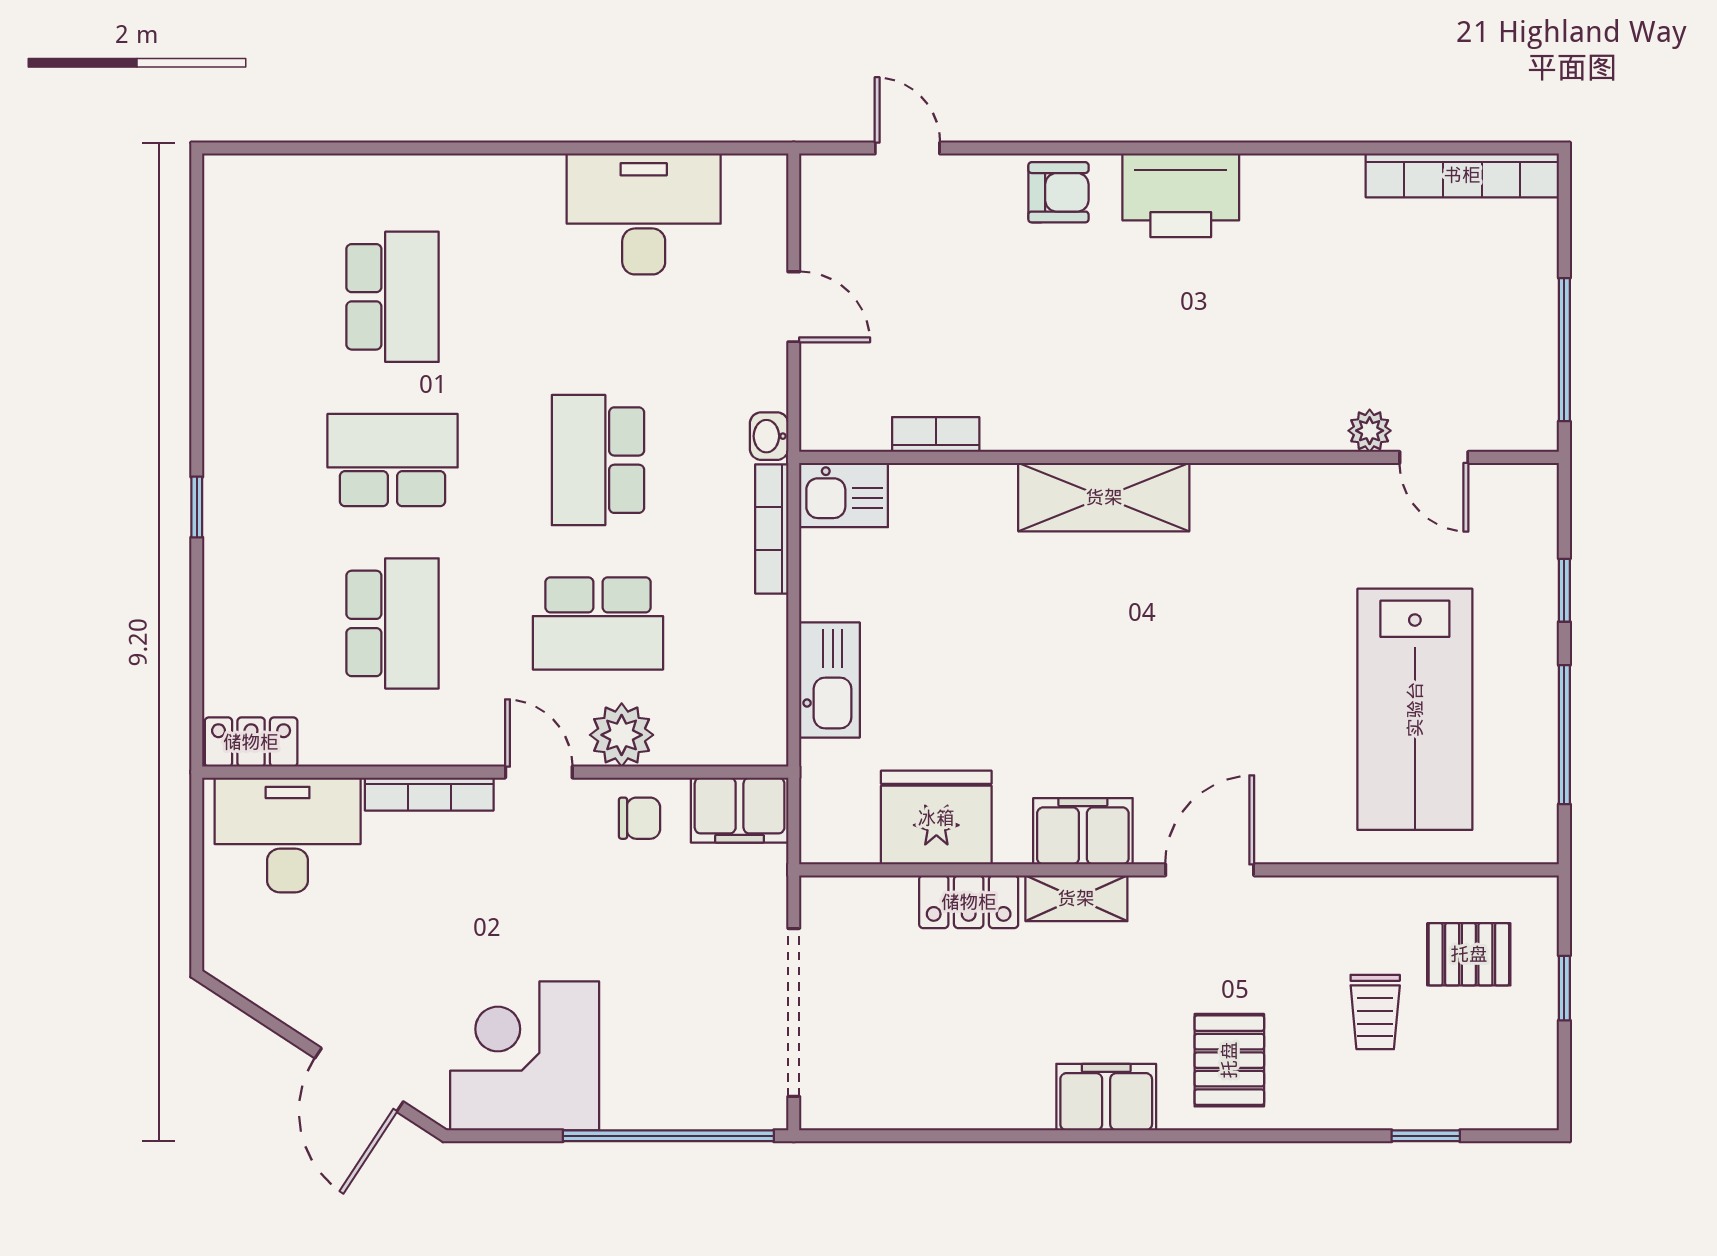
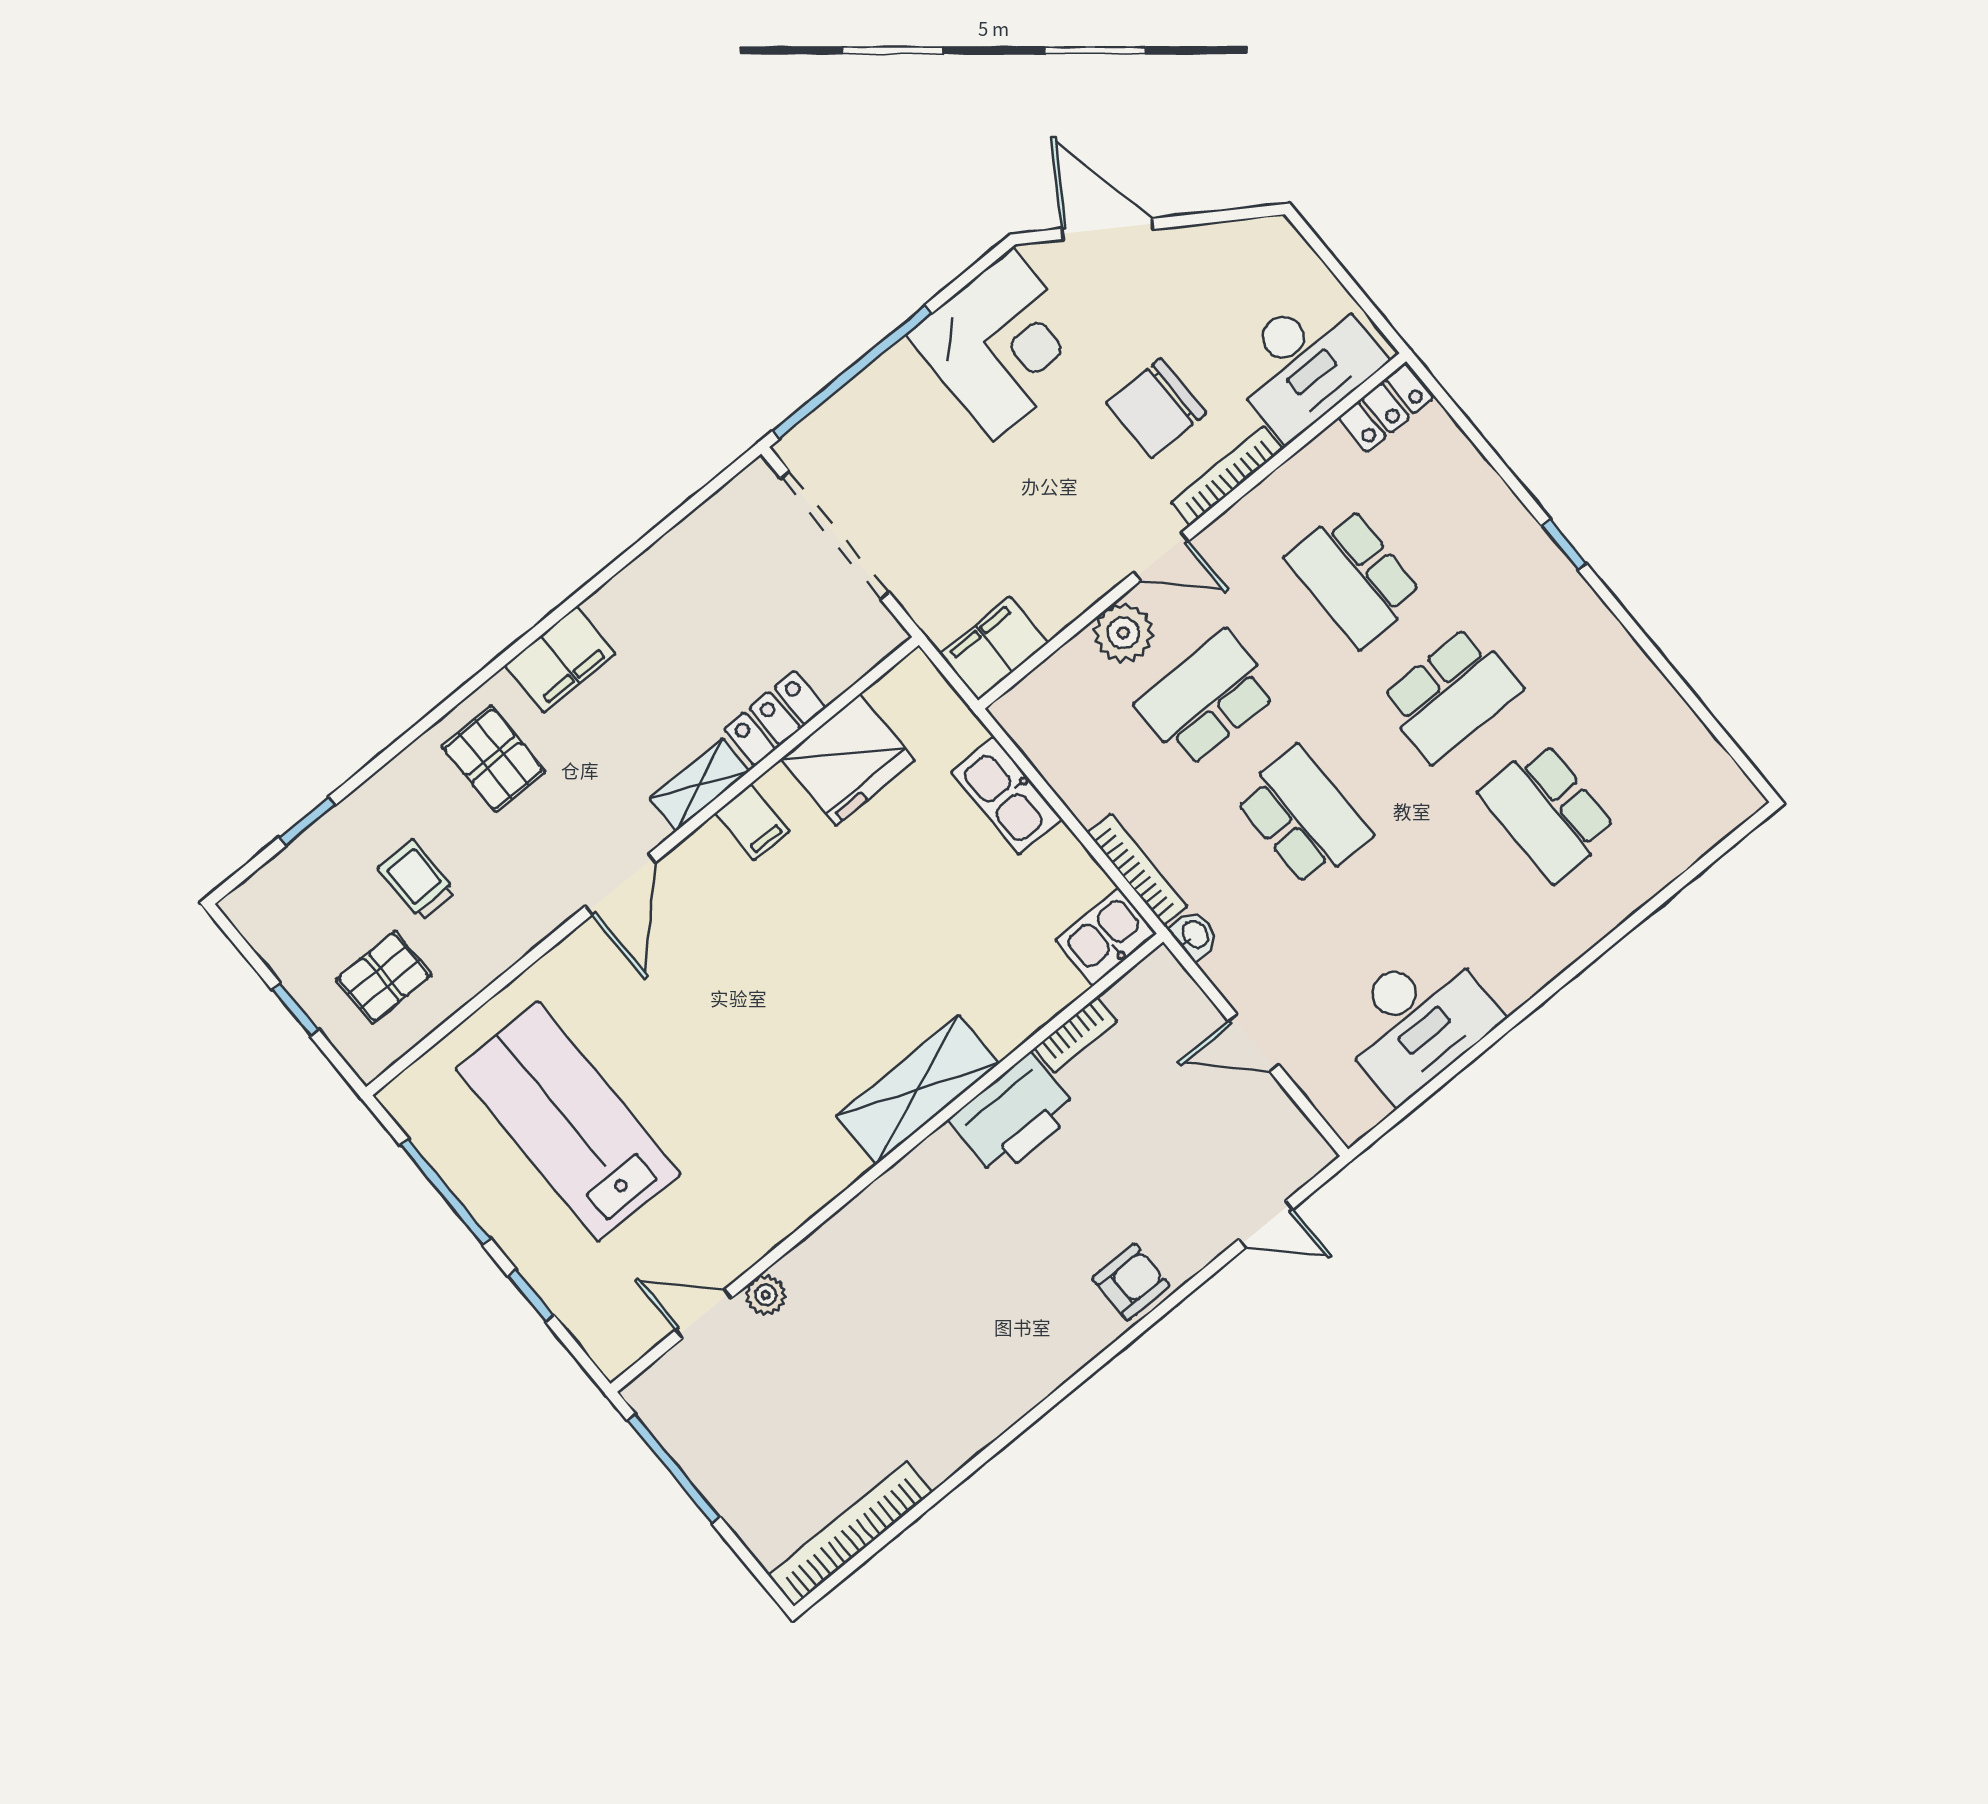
armchair: (1058, 192) -> (1131, 1282), turned 180
printer: (1181, 195) -> (1014, 1115), moved, turned 180
chair: (640, 818) -> (1156, 408), moved, width x1.87, depth x1.87
filing cabinet: (1083, 831) -> (752, 822), width x0.50

